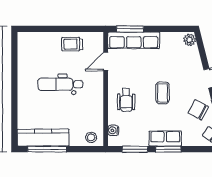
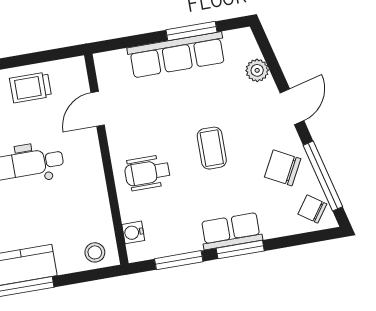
window: (130, 29) -> (192, 31), moved
row of seats: (134, 40) -> (177, 55), moved
plant: (190, 40) -> (257, 70), moved
wheelchair: (126, 100) -> (147, 173), turned 90

